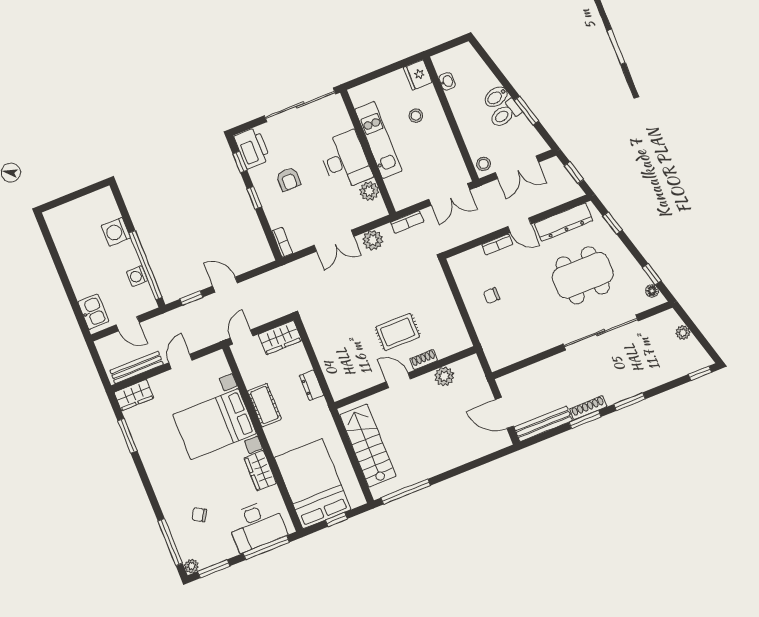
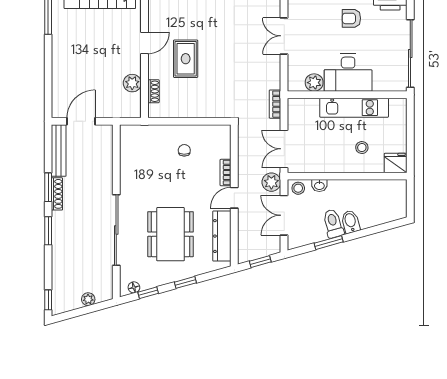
washbasin: (447, 81) -> (319, 185), moved
window: (613, 223) -> (185, 282), moved
plant: (373, 240) -> (271, 182), moved
shoe rack: (424, 360) -> (153, 91), moved

